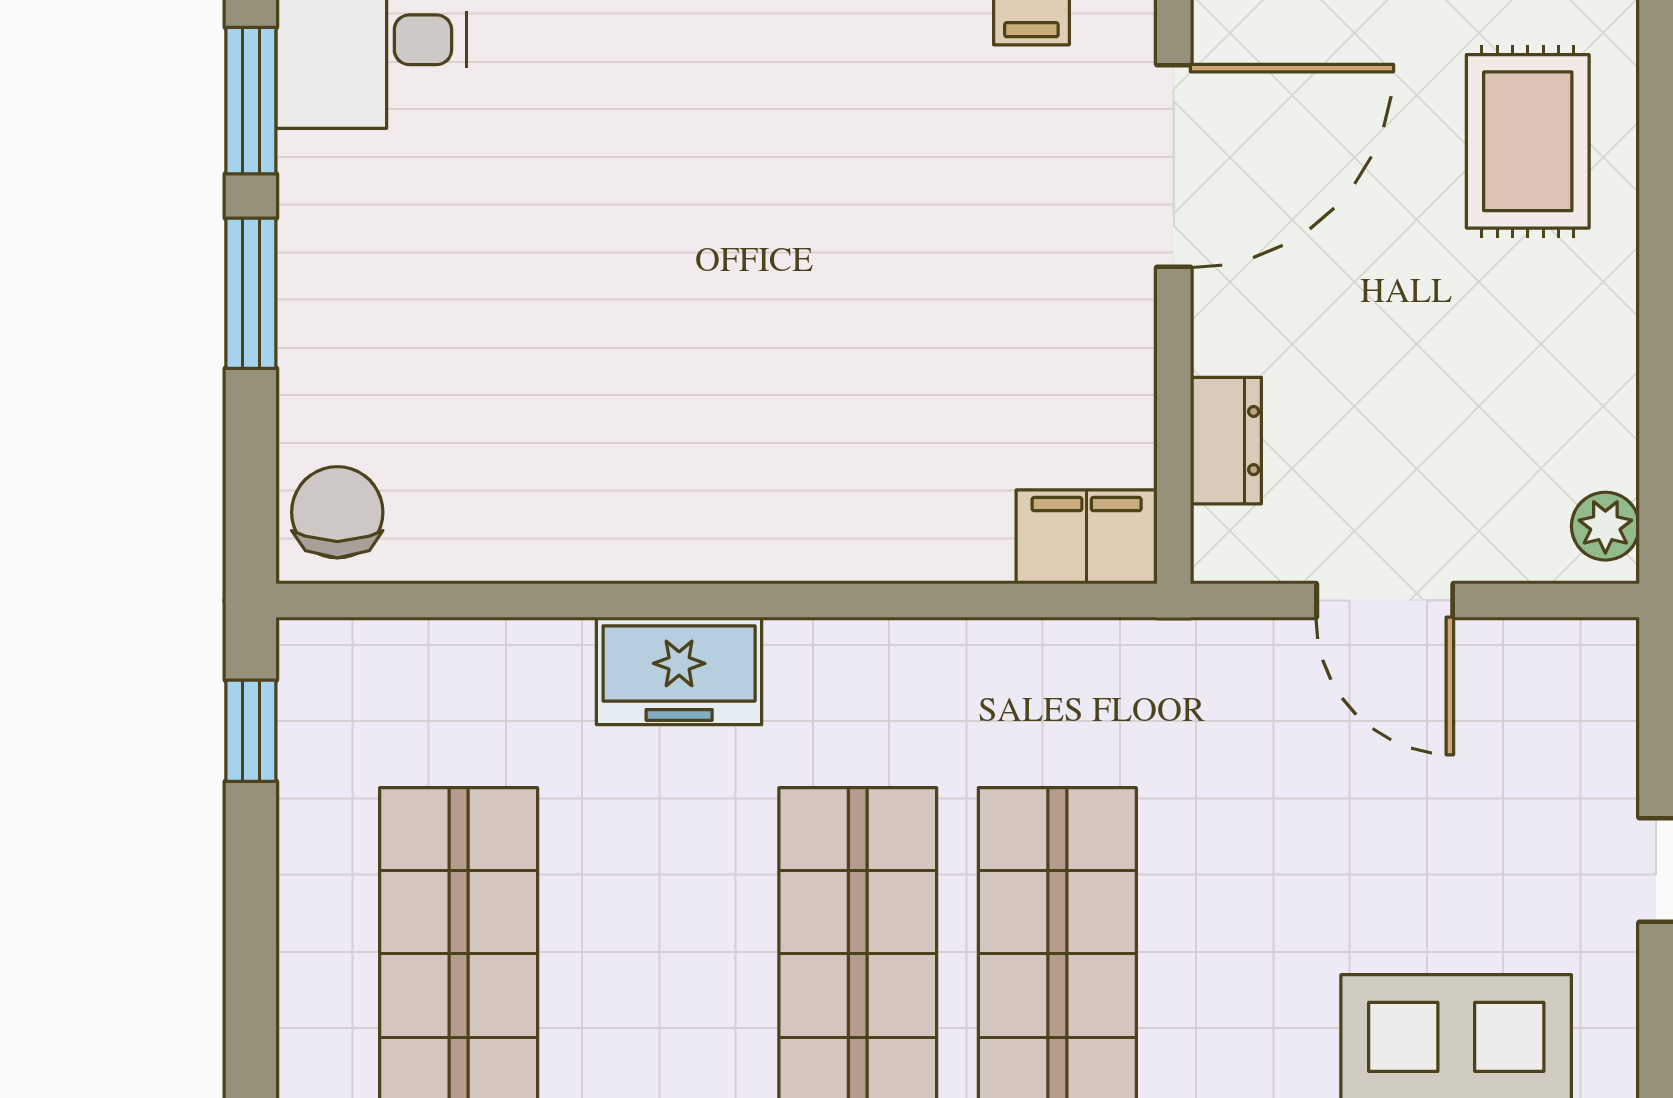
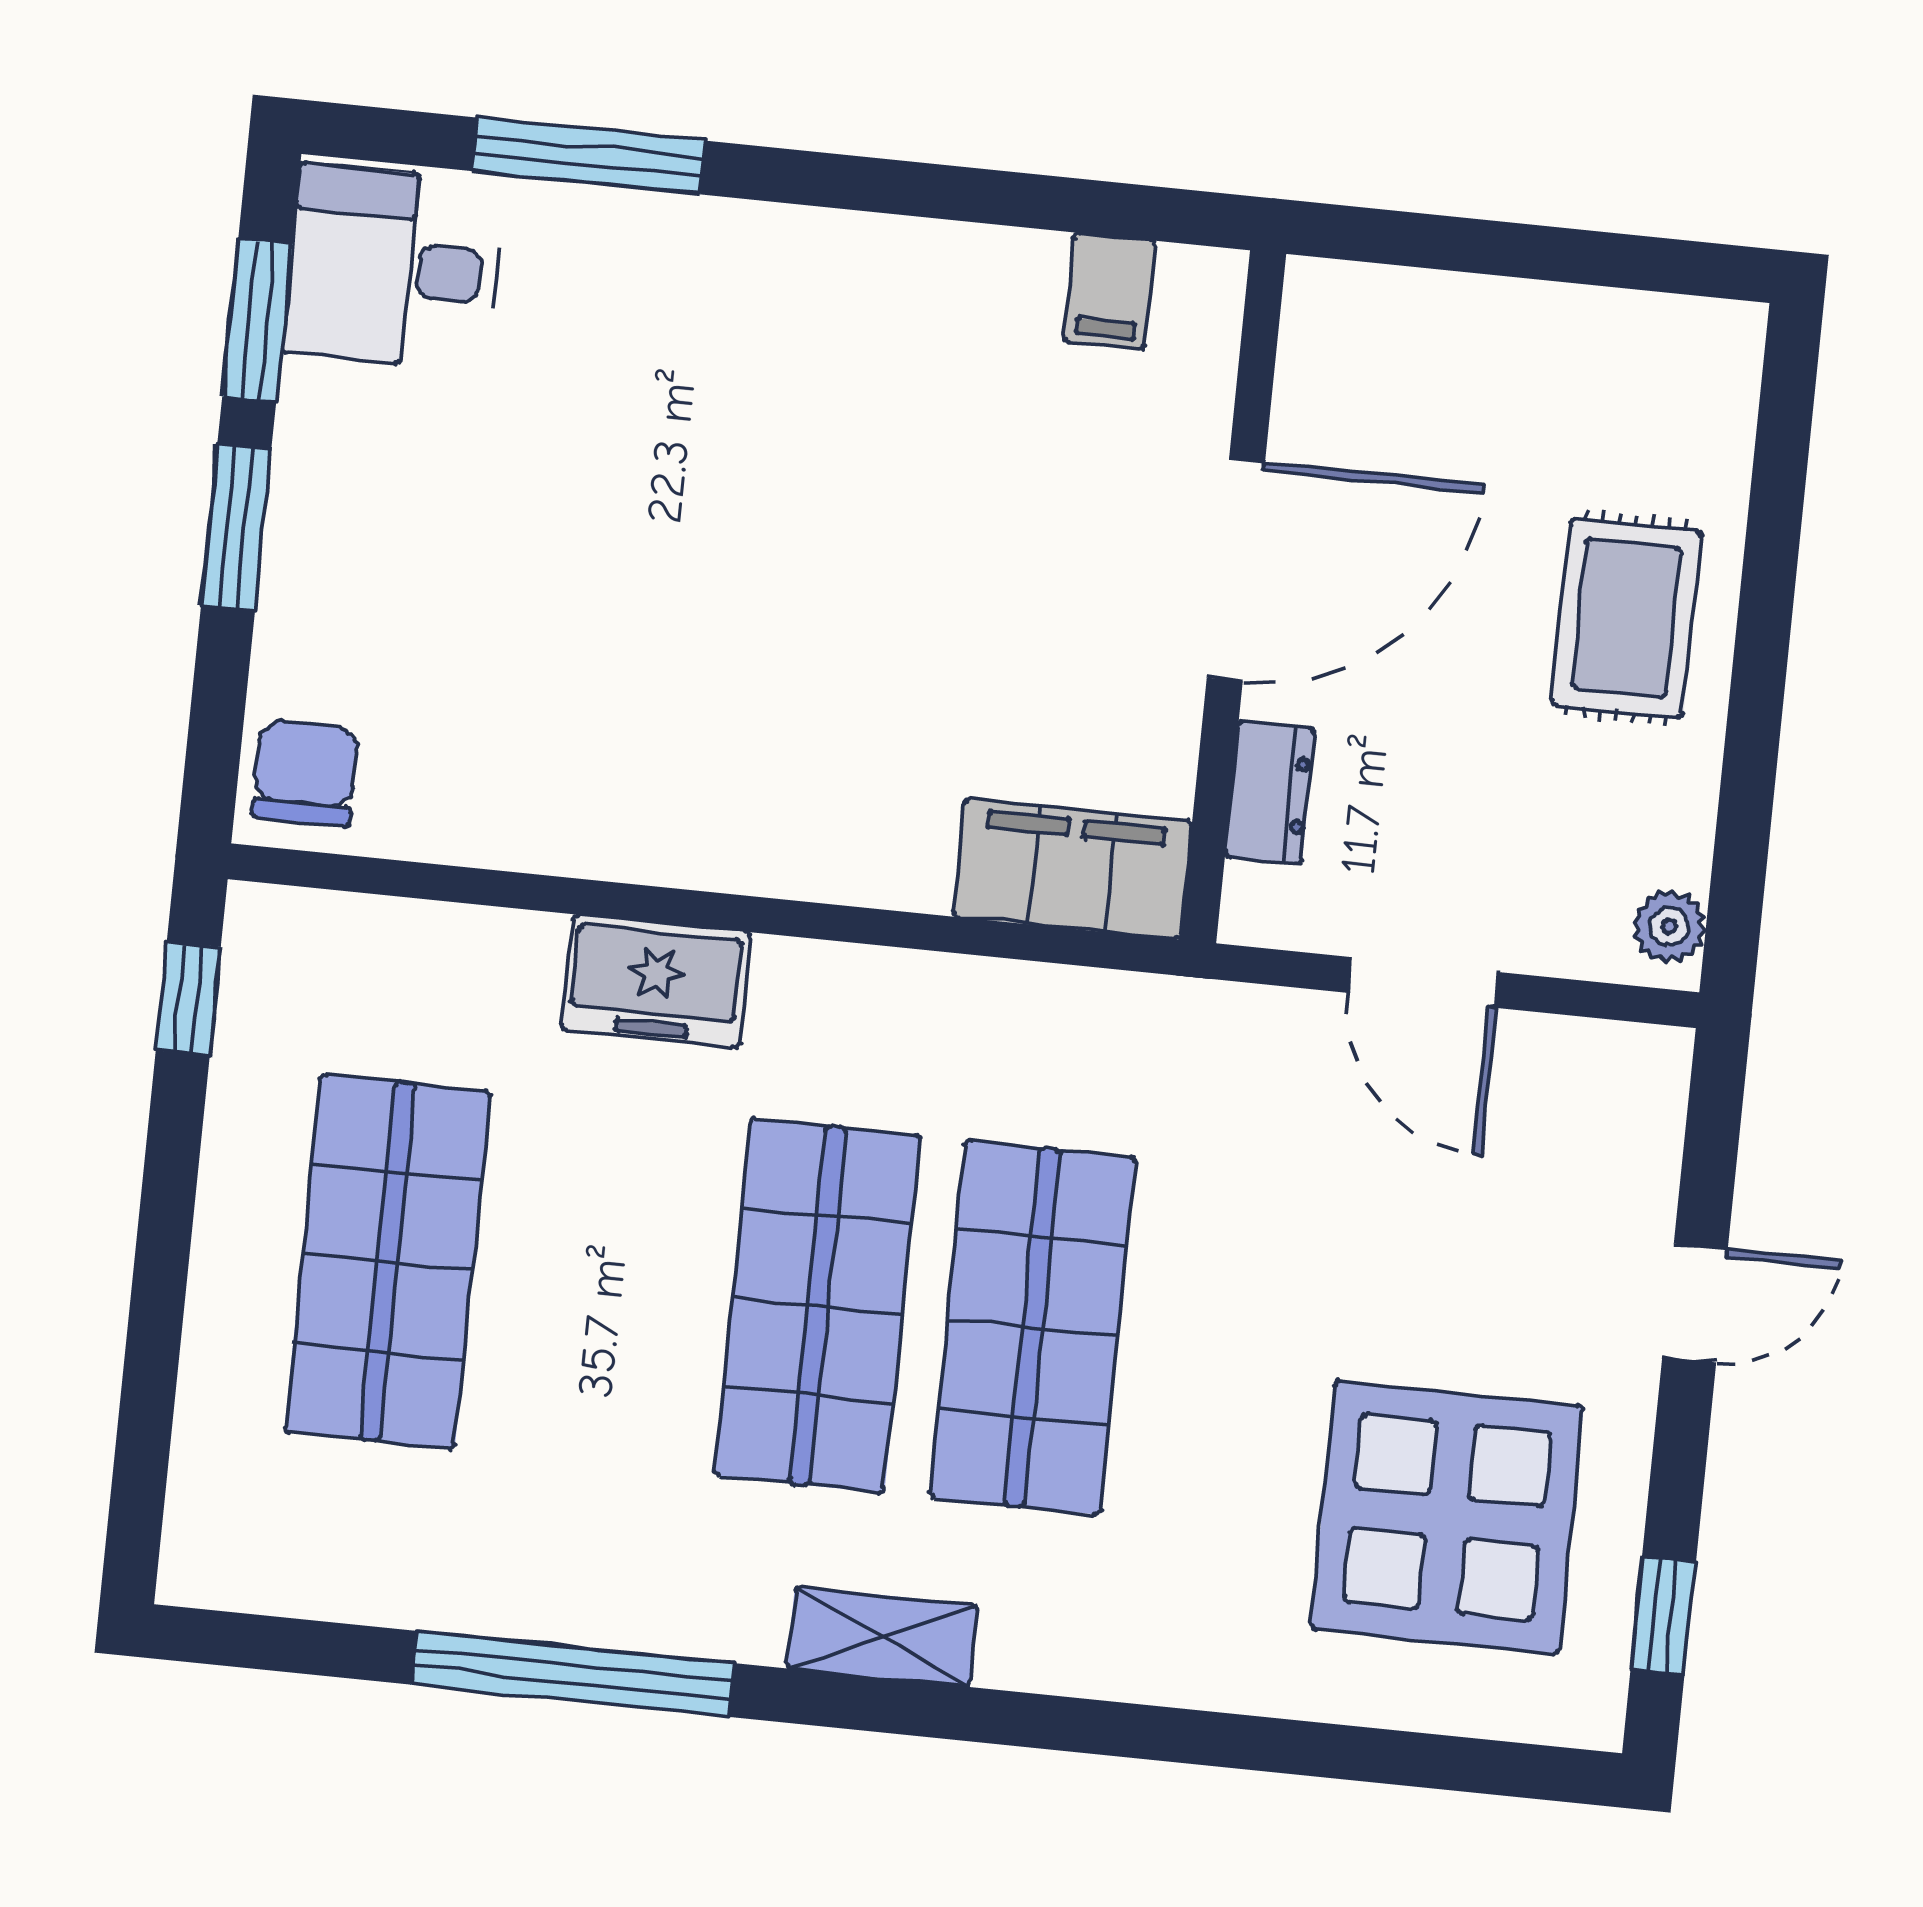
rug: (1528, 141) -> (1626, 618), moved
door: (1174, 166) -> (1236, 570), moved
filing cabinet: (1087, 537) -> (1072, 869), width x1.50, depth x1.17

